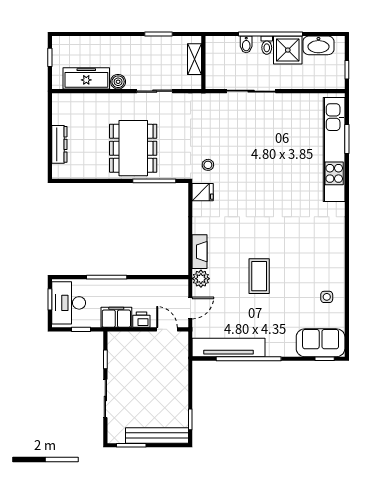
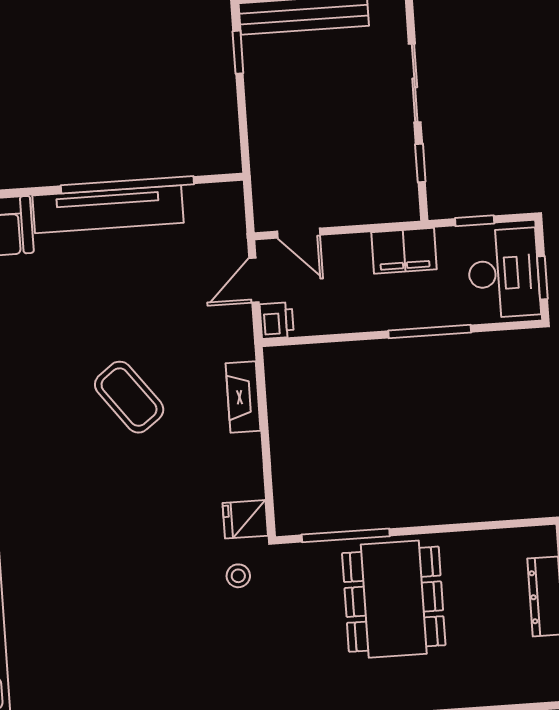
coffee table: (259, 276) -> (129, 397), moved, turned -37
plant: (201, 279) -> (236, 342), removed
printer: (141, 320) -> (277, 321), moved, turned -90
tv unit: (228, 347) -> (108, 209), moved

